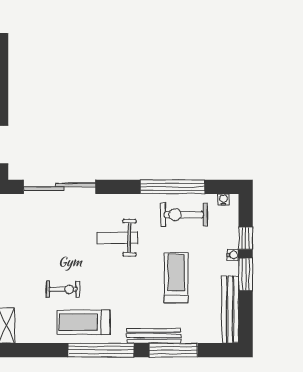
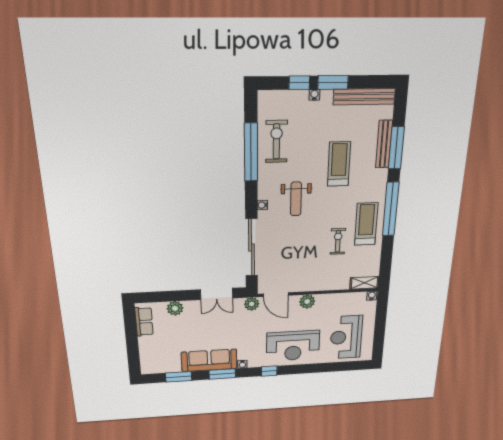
water cooler: (223, 199) -> (262, 205), moved
exercise bike: (184, 215) -> (276, 141), turned 180
treadmill: (176, 278) -> (339, 164), moved, turned 90
treadmill: (84, 322) -> (366, 224), turned 180
bench: (154, 336) -> (384, 144), moved

